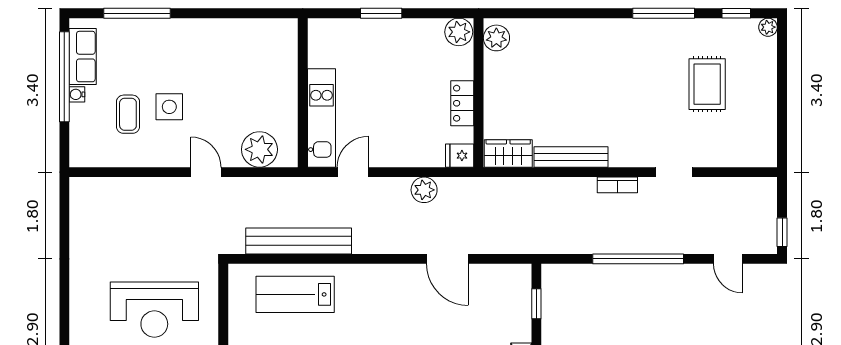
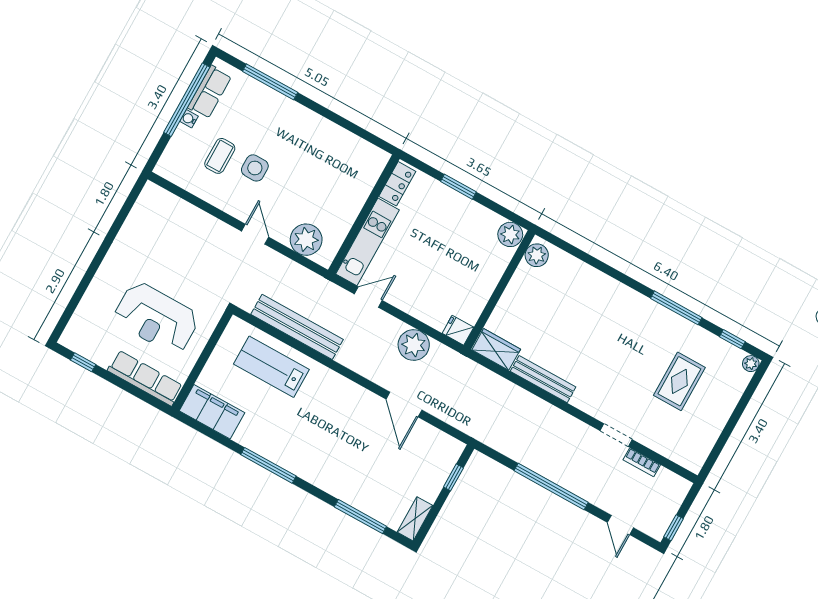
locker: (462, 103) -> (397, 184), moved, turned 180
bookcase: (617, 185) -> (642, 462), moved
plant: (424, 190) -> (414, 345), width x1.36, depth x1.36

